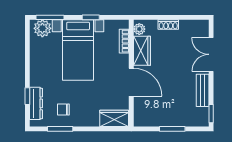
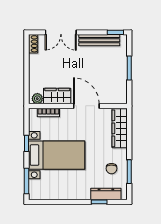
shoe rack: (168, 25) -> (33, 44), moved
plant: (42, 28) -> (37, 188), removed
door: (131, 82) -> (86, 106), hinge flipped
bench: (203, 90) -> (99, 40), width x1.36
wardrobe: (114, 118) -> (120, 128), width x1.50

